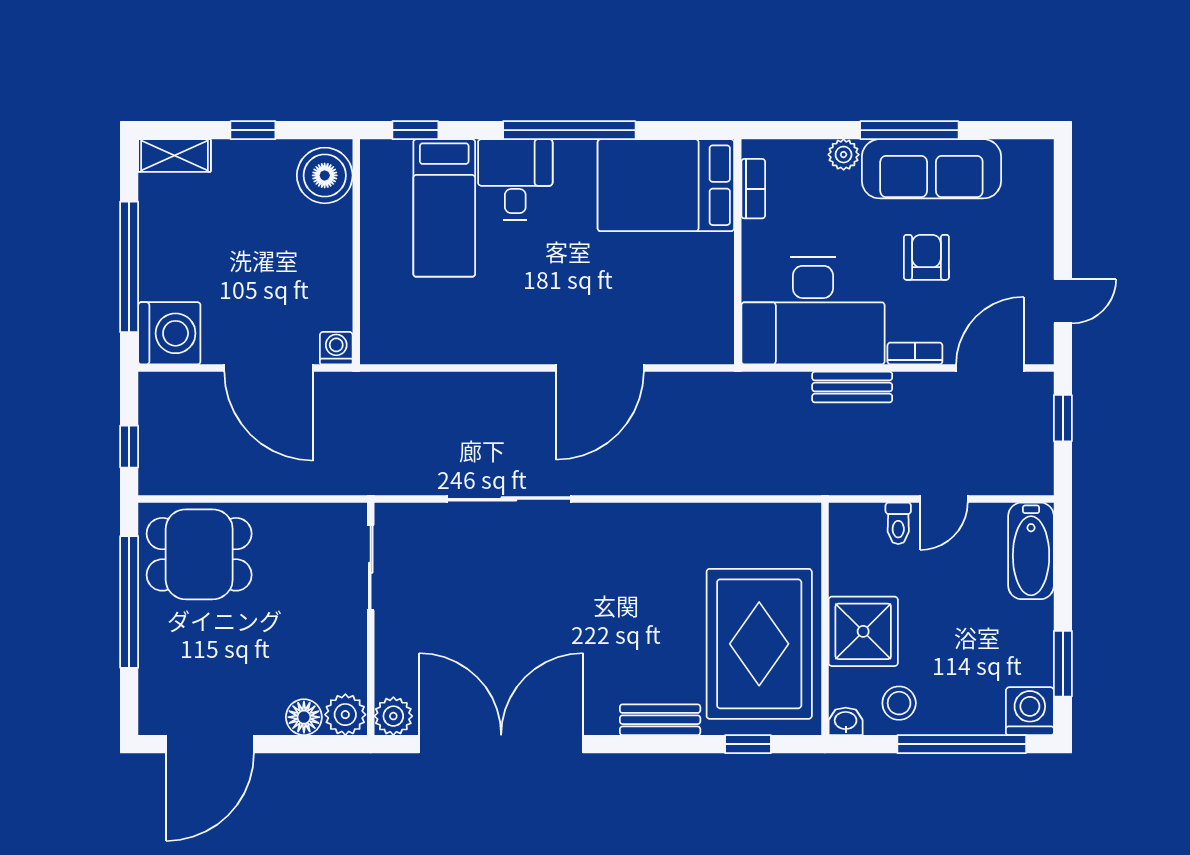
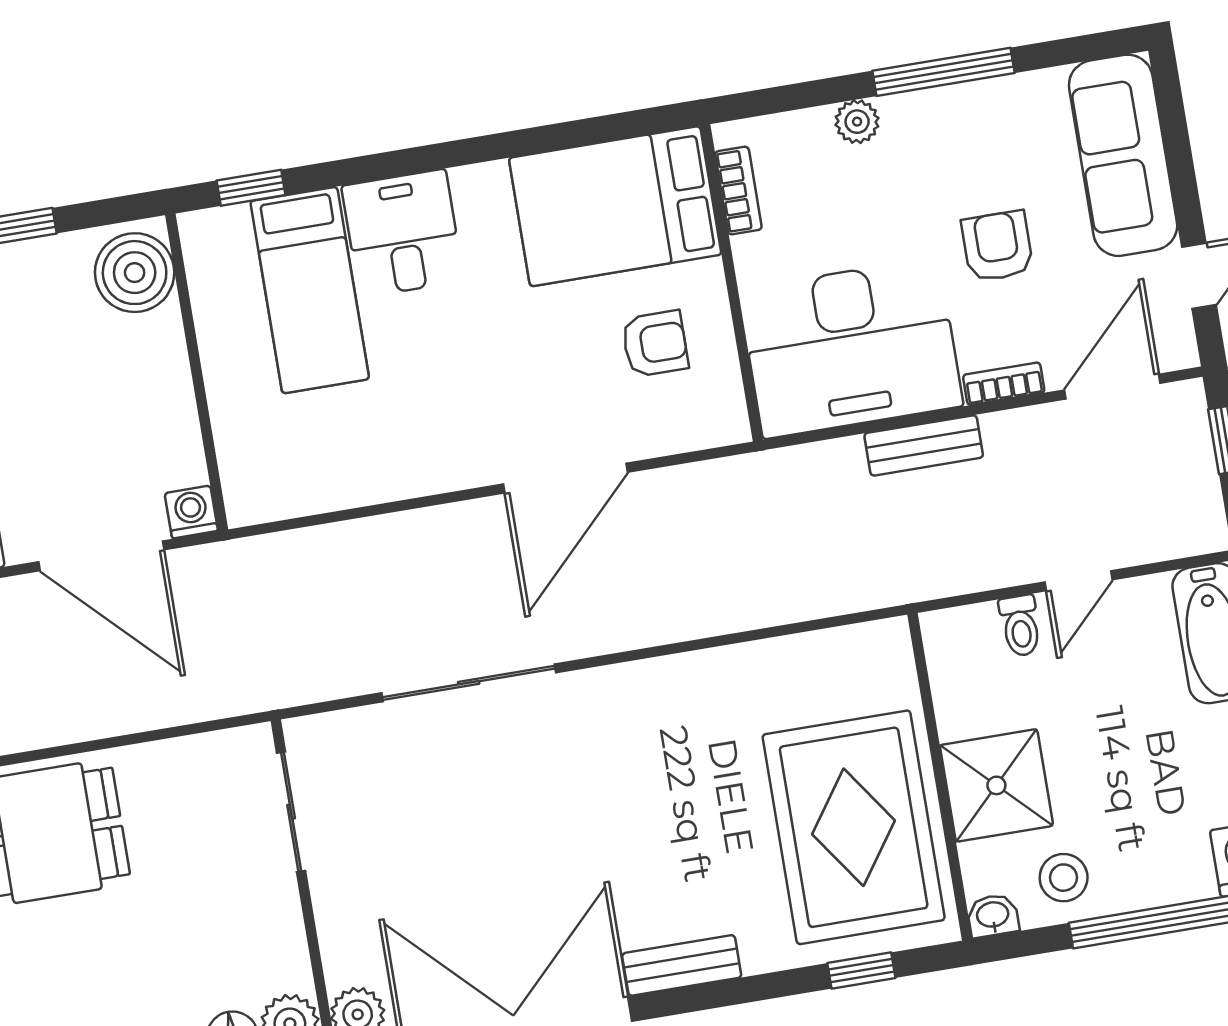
window: (569, 130) -> (467, 152), removed
sofa: (931, 169) -> (1123, 155), moved, turned 90
armchair: (677, 285) -> (655, 344), added
bench: (660, 720) -> (682, 965), moved

